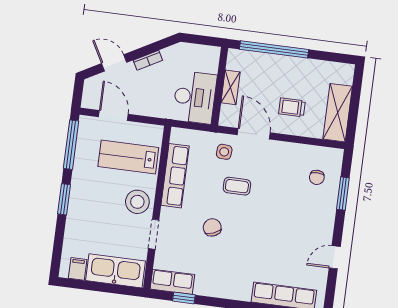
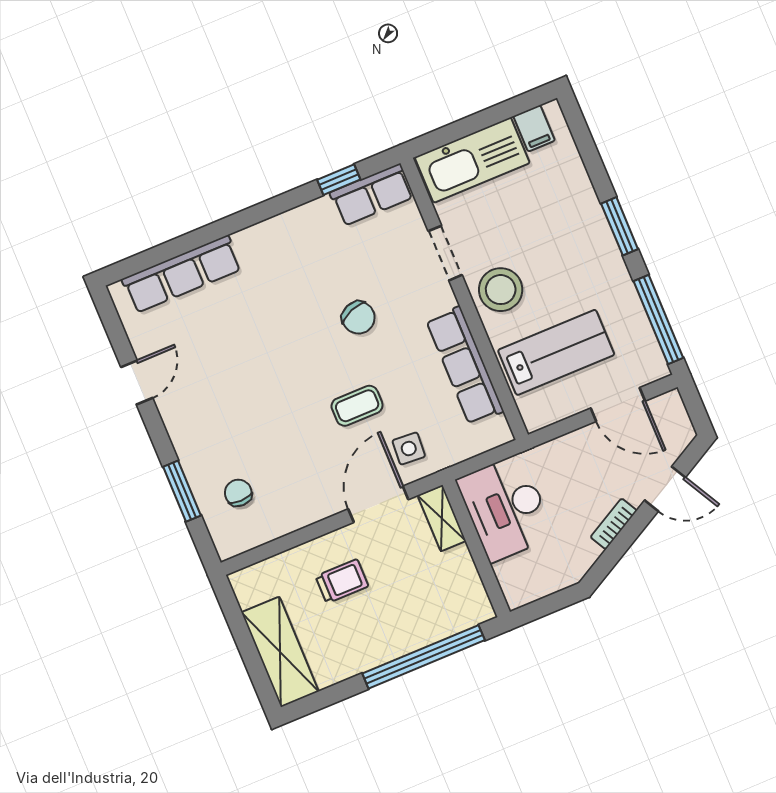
shelving: (231, 87) -> (442, 518), moved
shelving: (338, 113) -> (280, 652), moved
door: (254, 134) -> (378, 504), swing flipped

